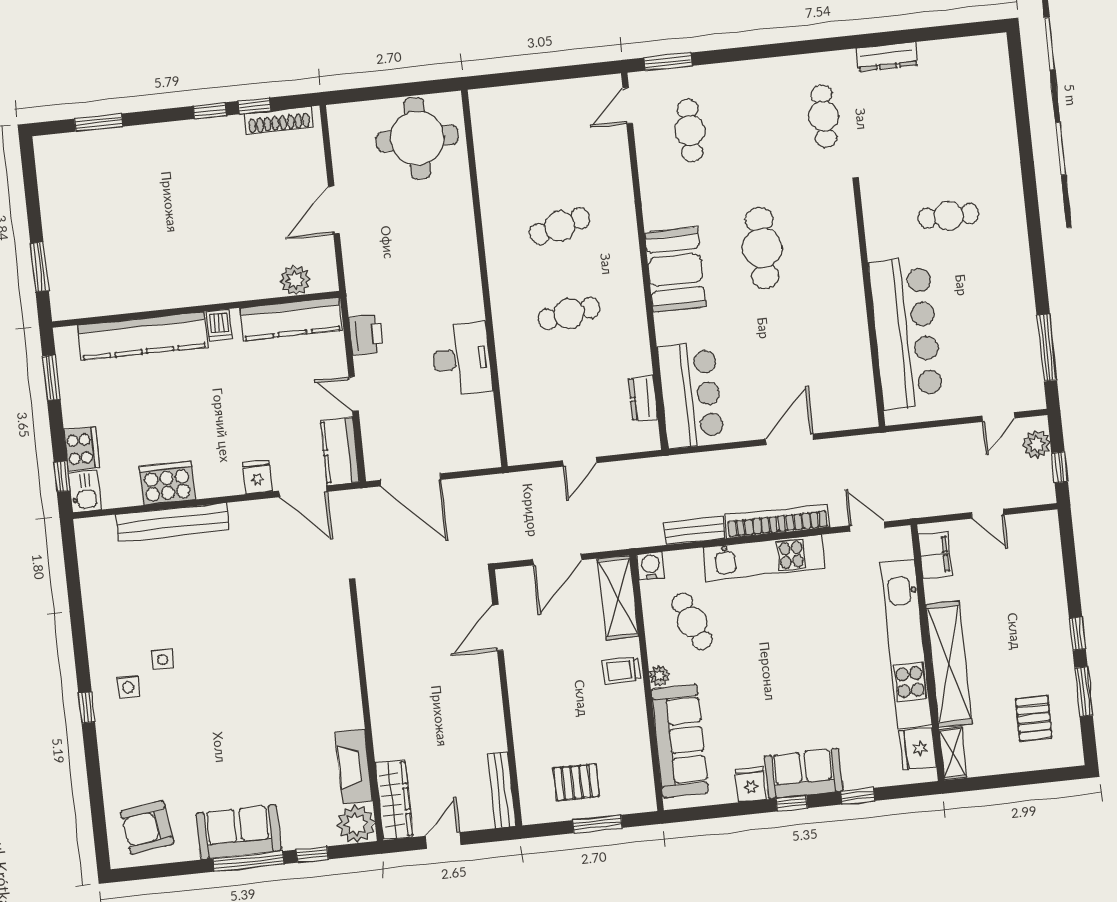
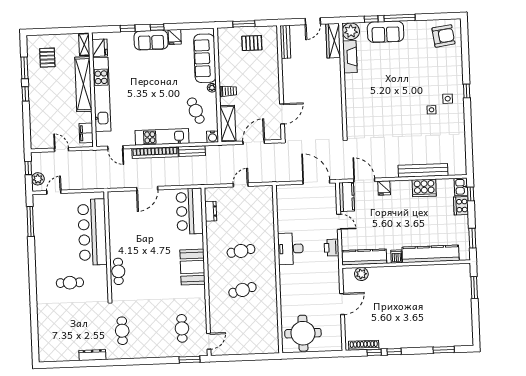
cafe table: (762, 248) -> (118, 271), moved, width x0.73, depth x0.74
desk: (462, 359) -> (290, 249), moved
sofa: (239, 832) -> (386, 32), moved

